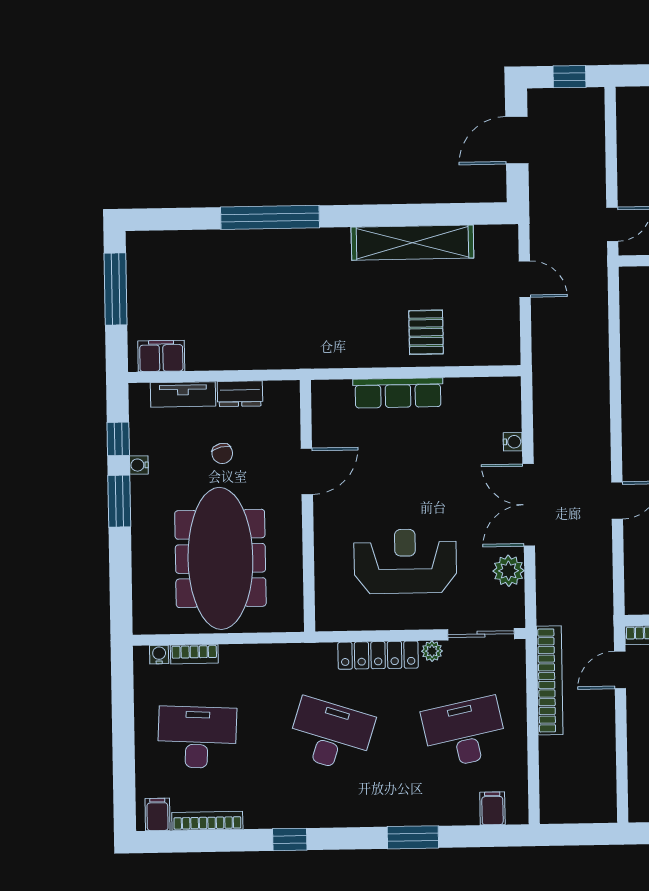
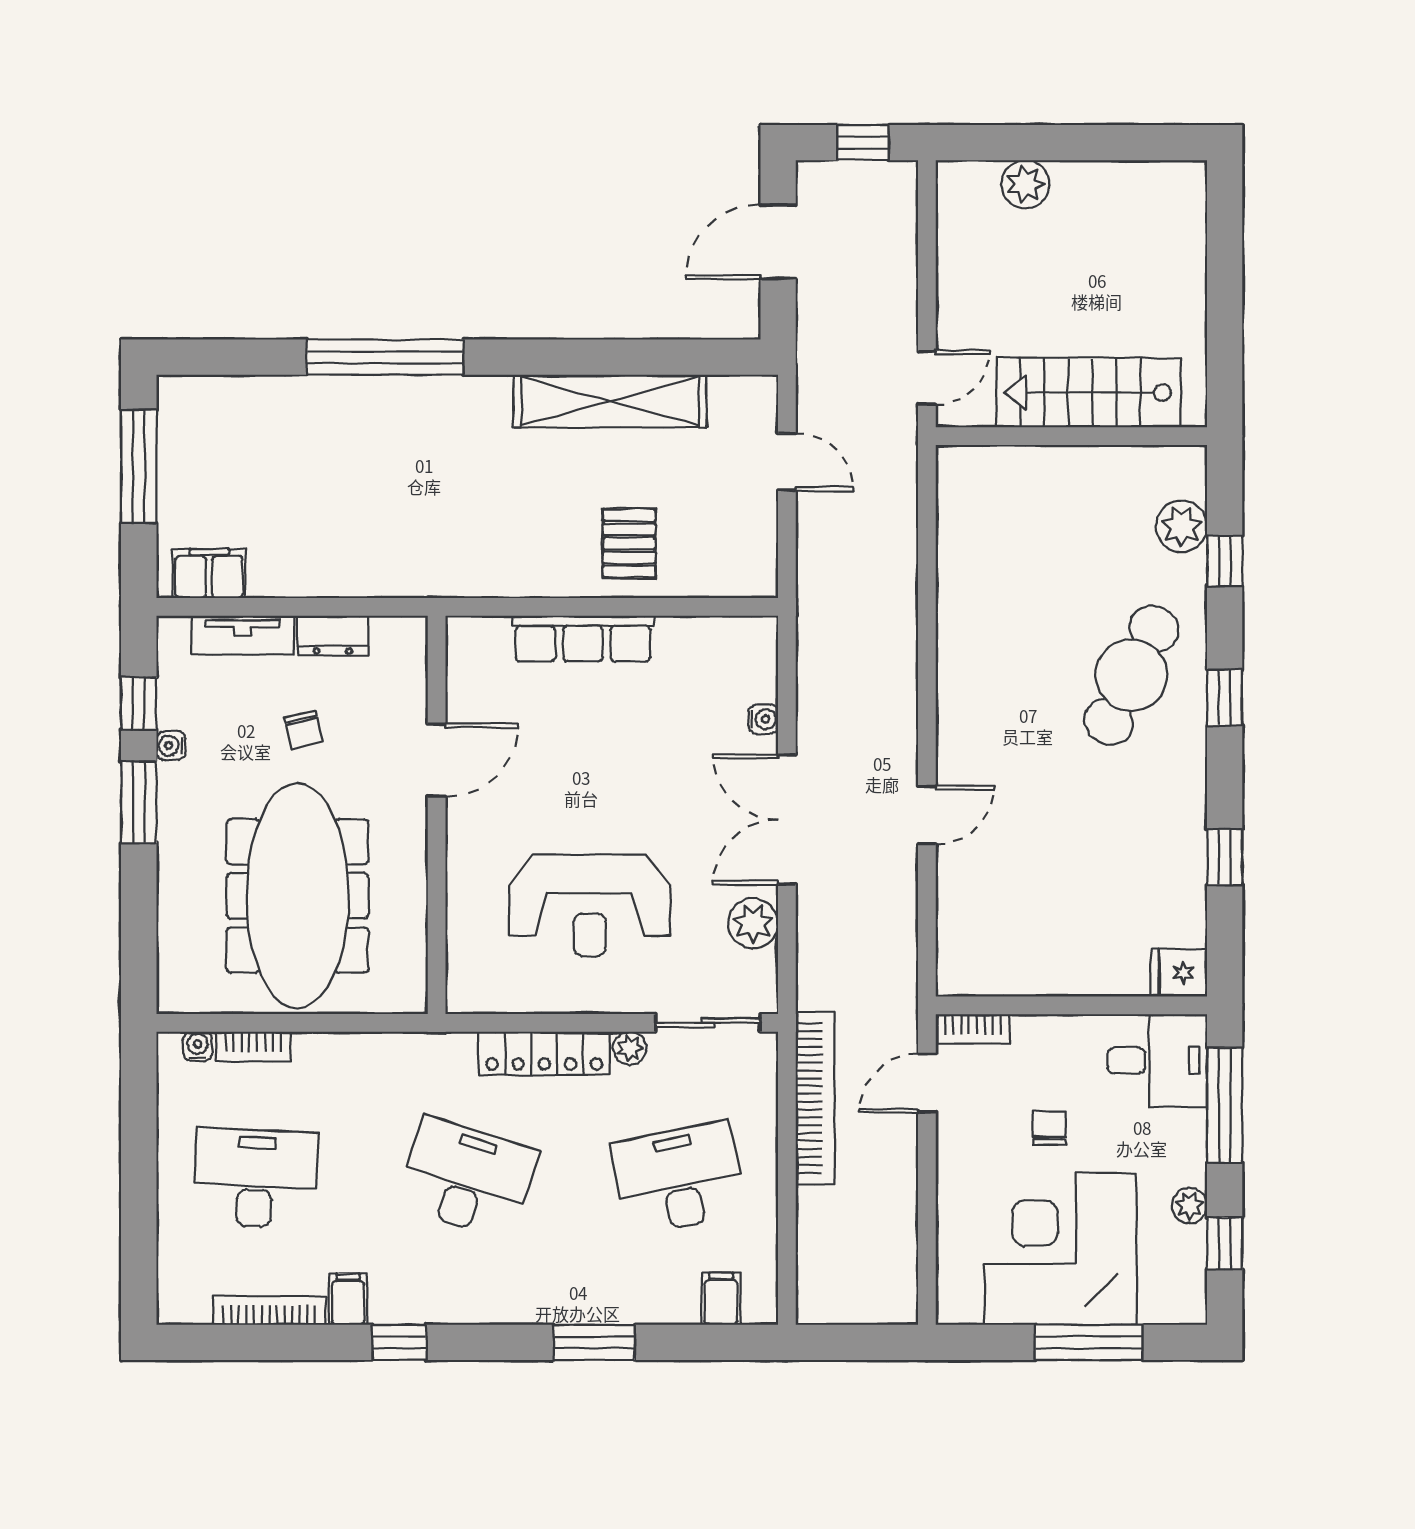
reception desk: (405, 561) -> (590, 905), turned 180
filing cabinet: (157, 814) -> (348, 1299), moved

